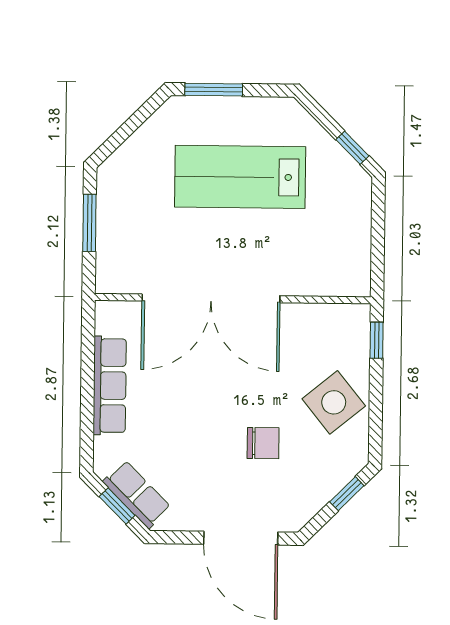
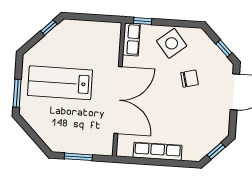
lab bench: (240, 177) -> (60, 83), turned 90
chair: (263, 443) -> (189, 79), turned 76
row of seats: (137, 494) -> (131, 39), moved, turned 135
window: (347, 494) -> (224, 48), moved

